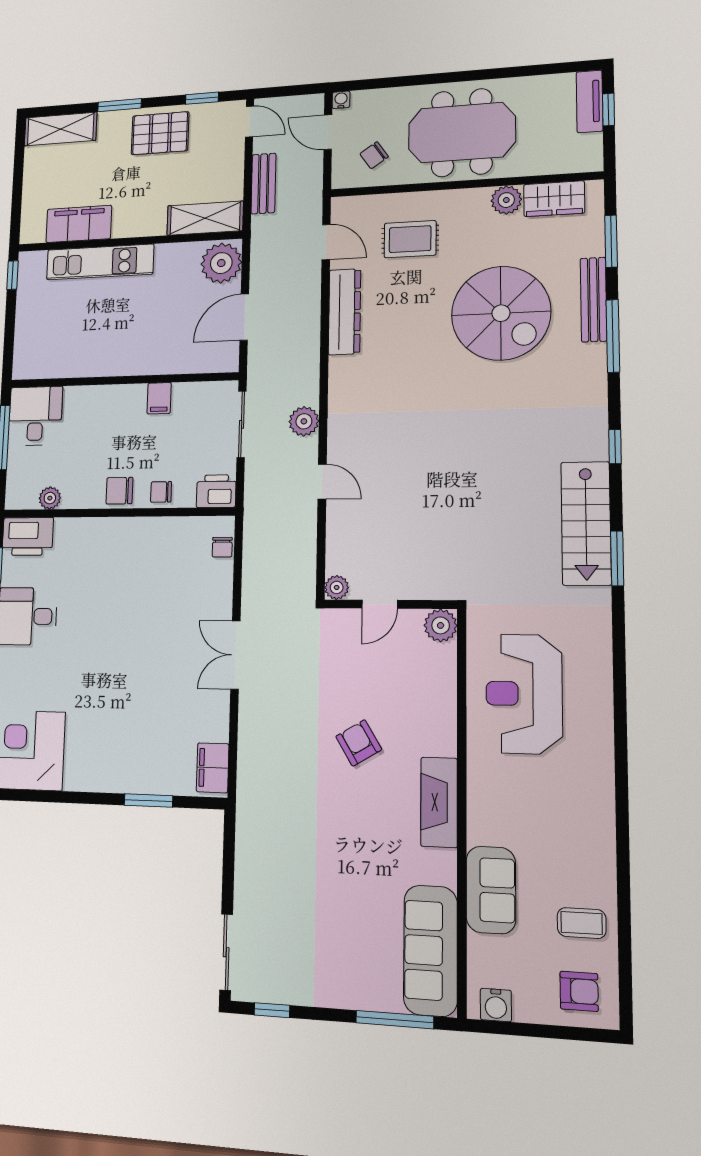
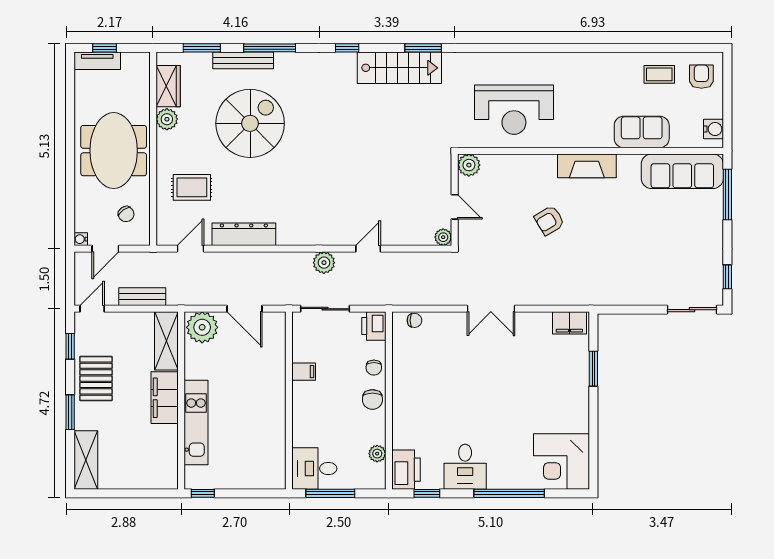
filing cabinet: (79, 224) -> (165, 398), moved
rug: (410, 239) -> (192, 187), turned 90
coffee table: (582, 923) -> (659, 74), turned 90

